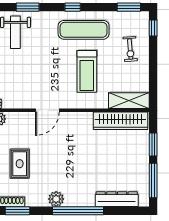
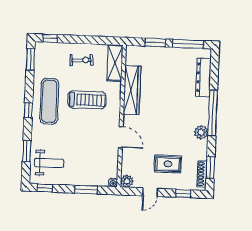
exercise bike: (130, 49) -> (82, 60), moved
wardrobe: (120, 121) -> (132, 90), moved

